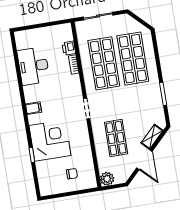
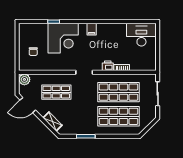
printer: (69, 48) -> (108, 66), moved
desk: (33, 66) -> (141, 35), moved
door: (144, 160) -> (28, 105), moved

